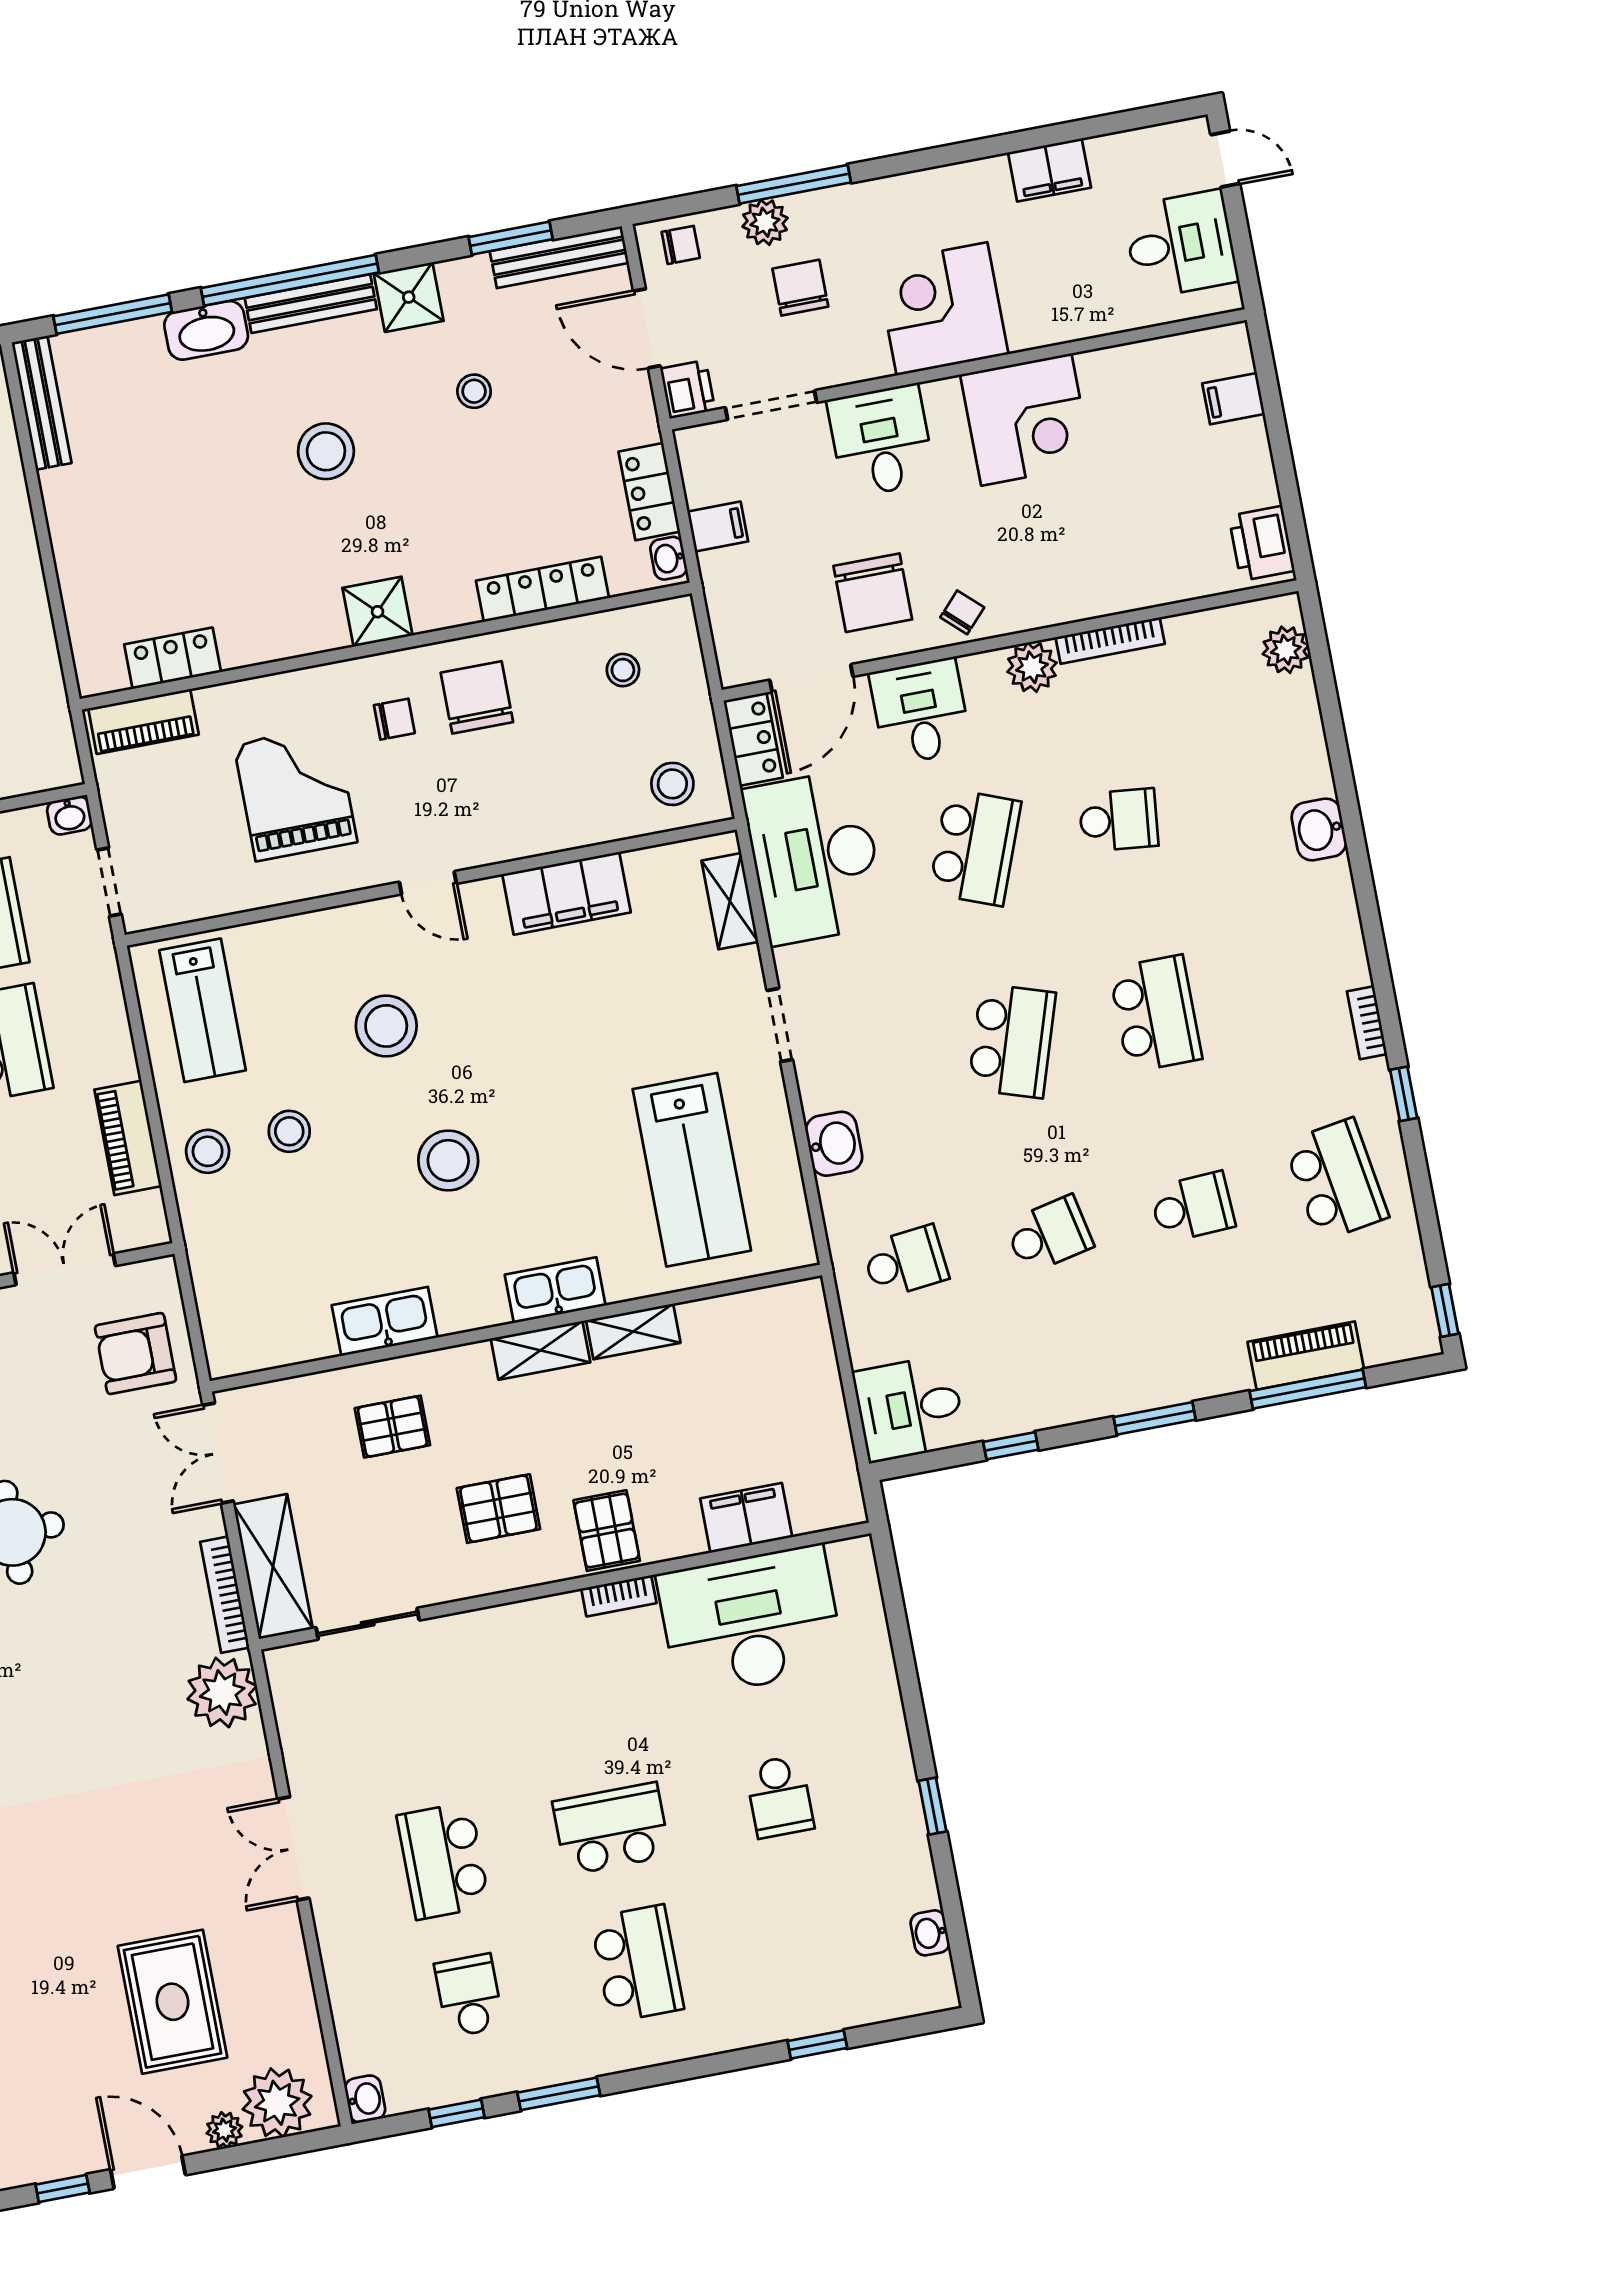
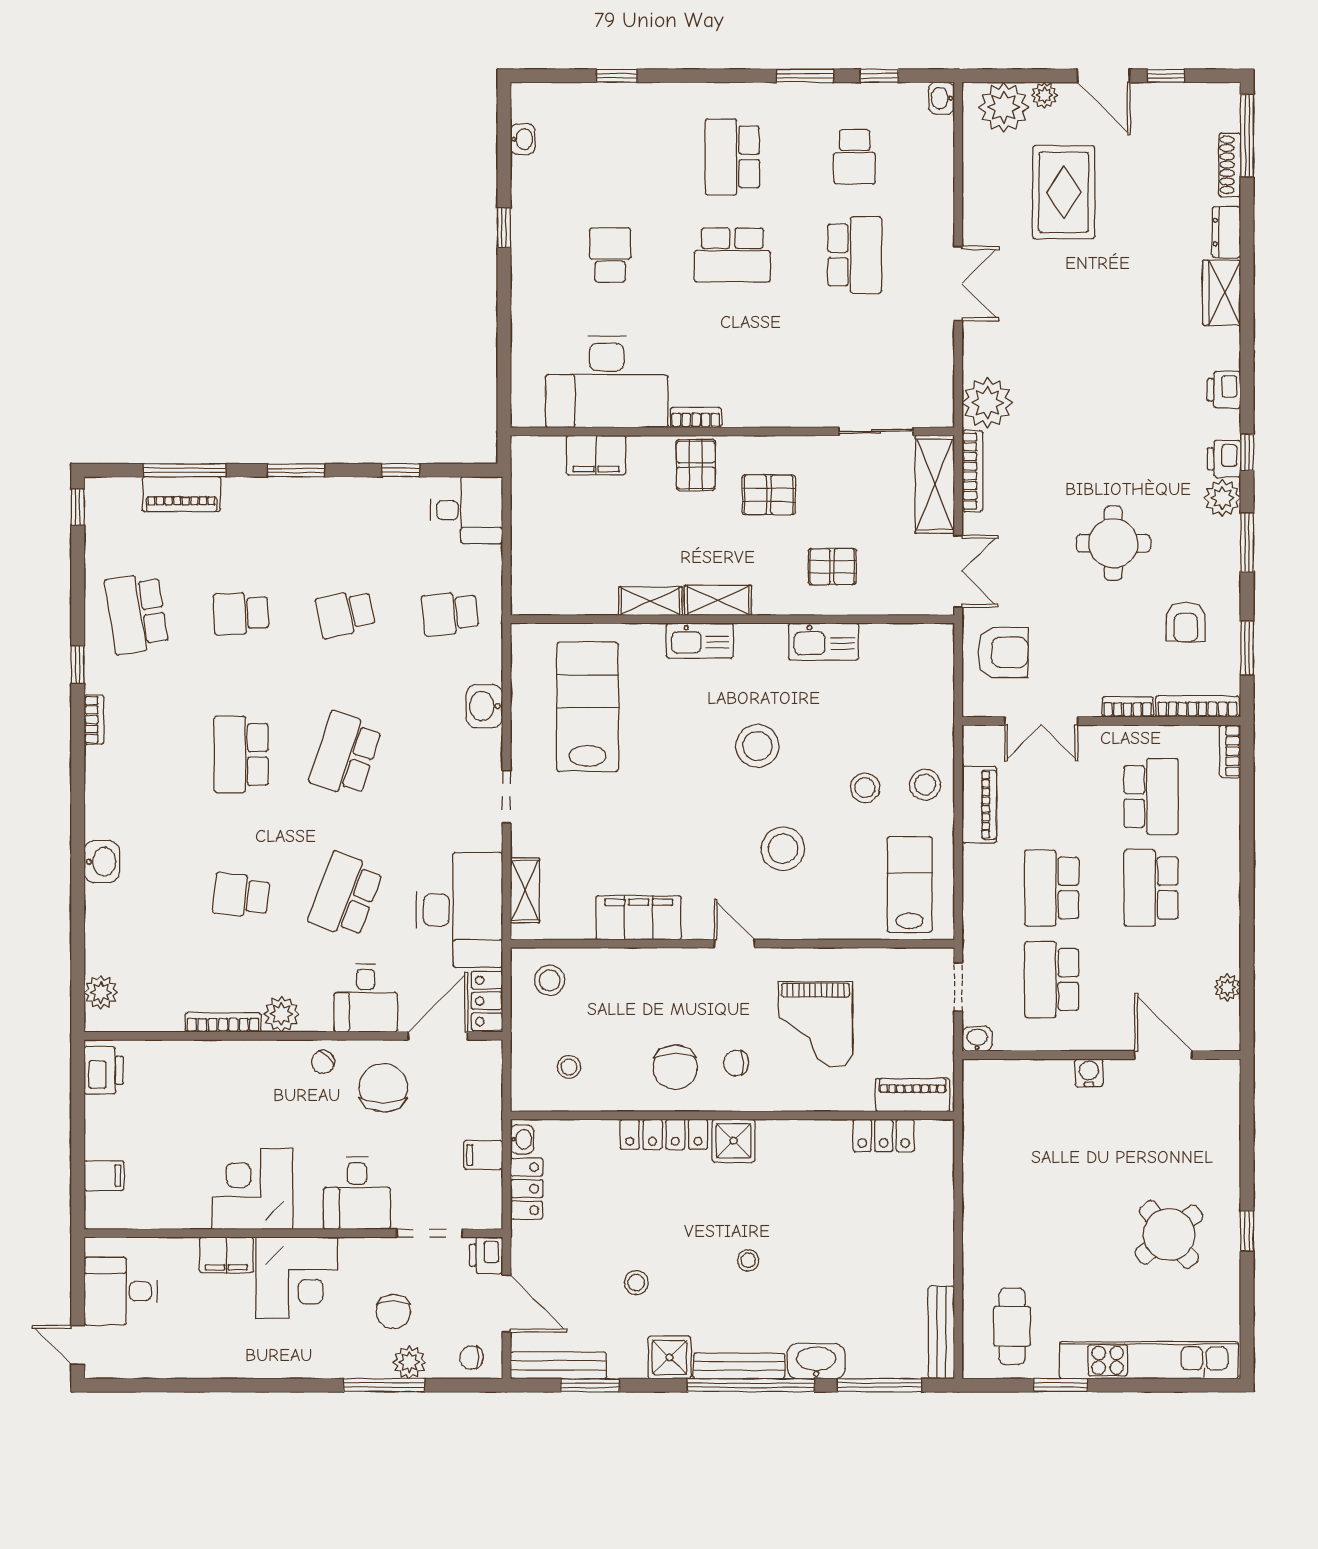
filing cabinet: (1049, 170) -> (226, 1255), moved, turned 180
stool: (326, 451) -> (748, 1260), width x0.53, depth x0.53
locker: (543, 589) -> (664, 1134), moved

